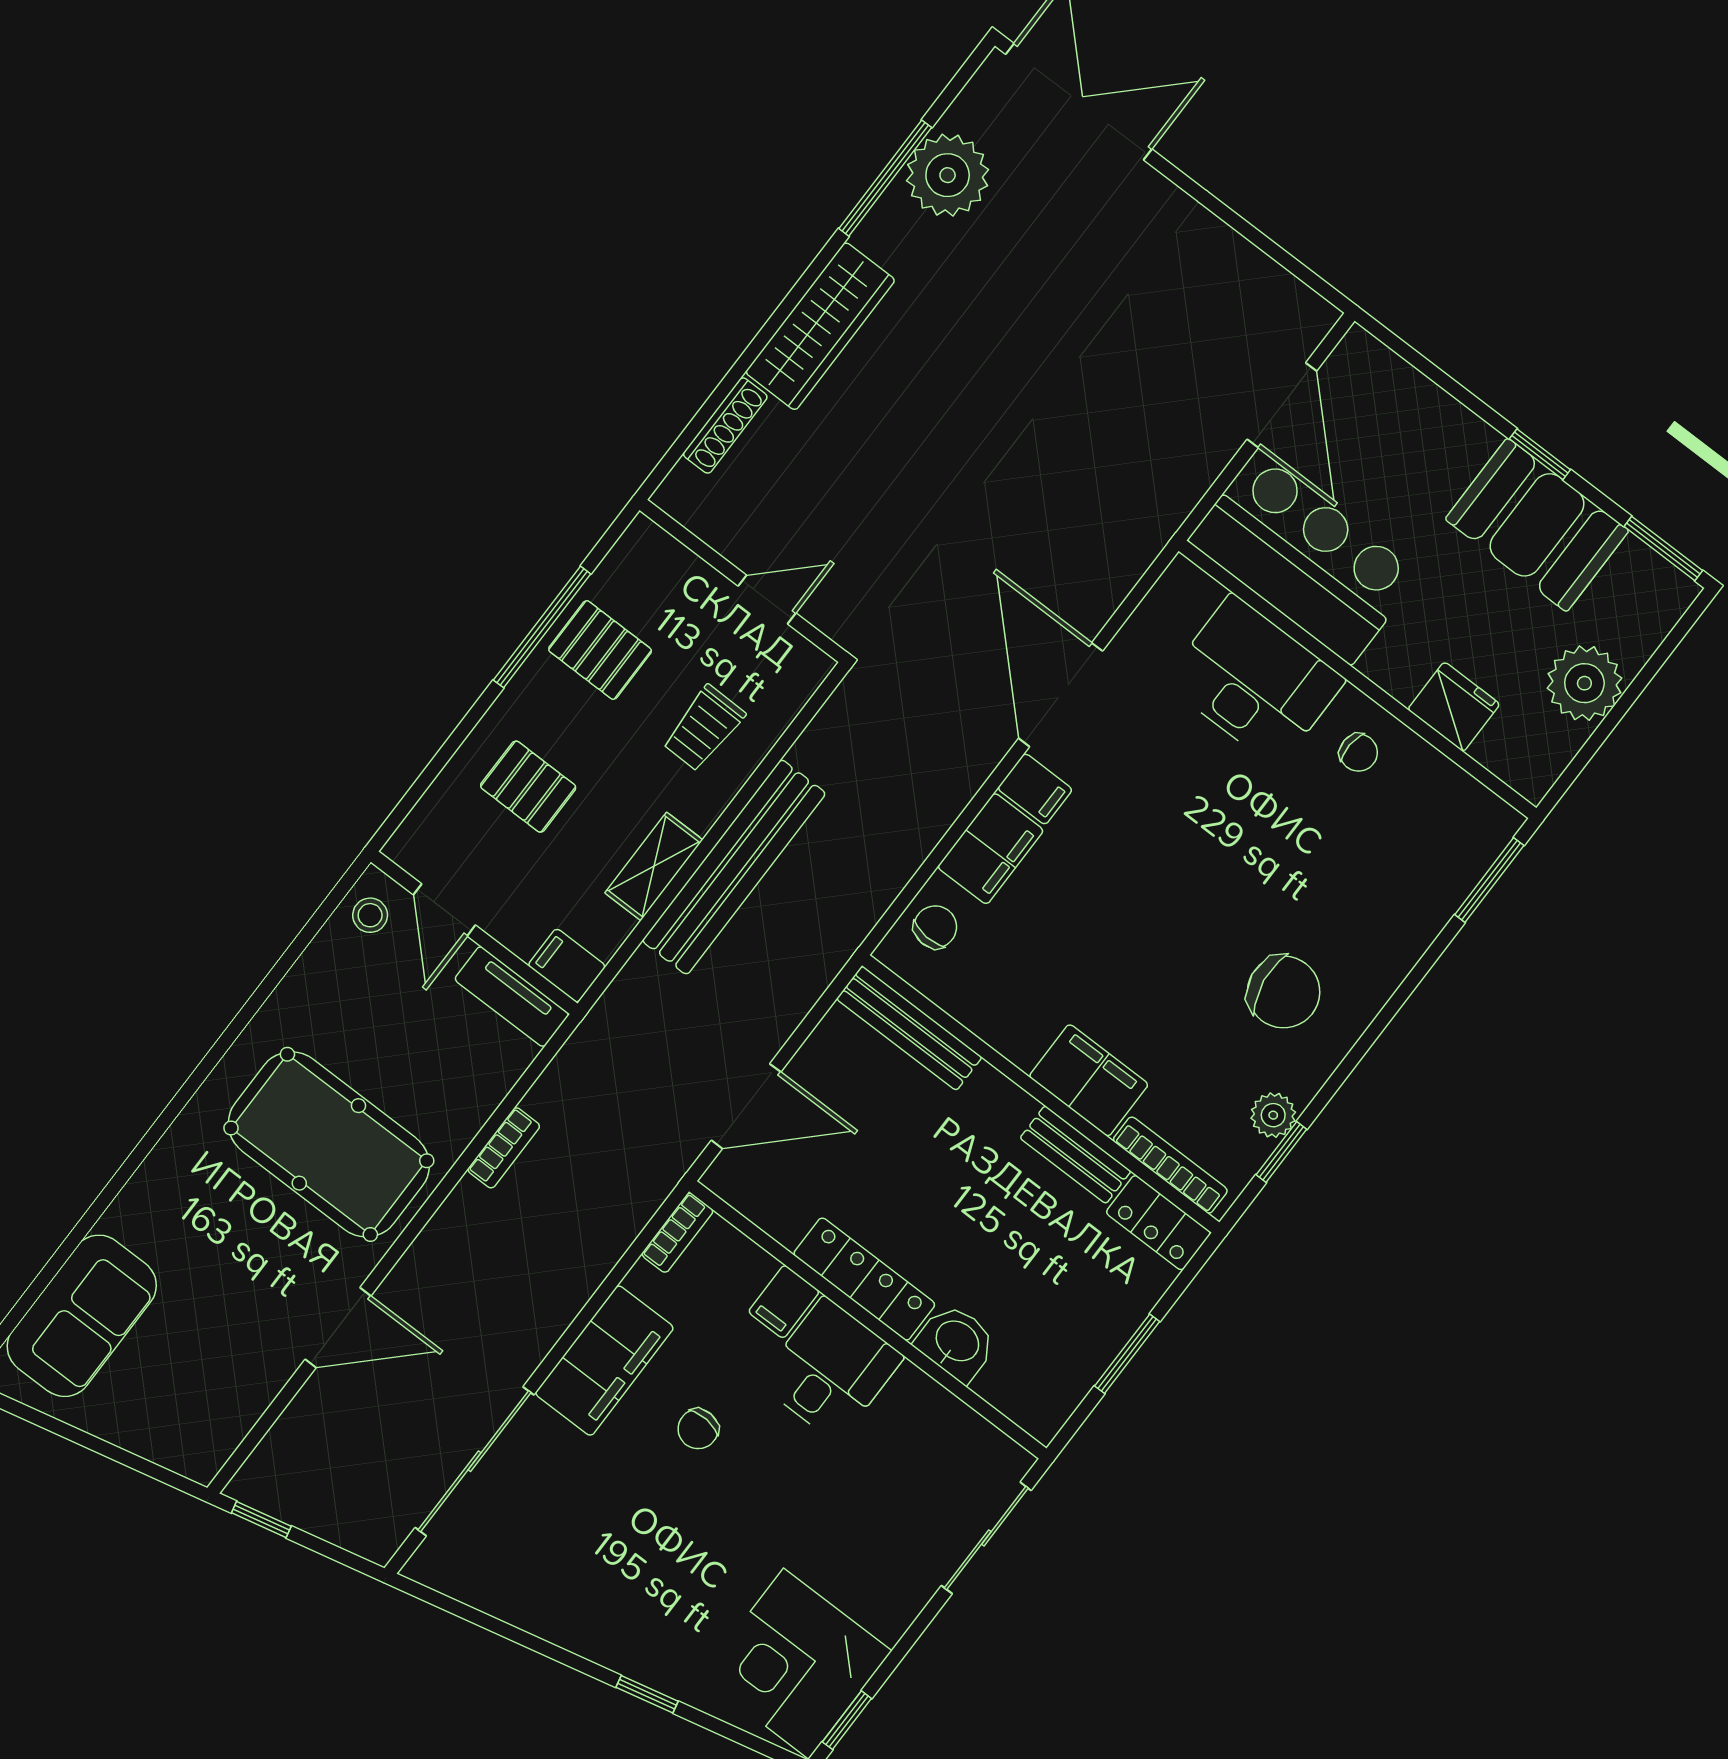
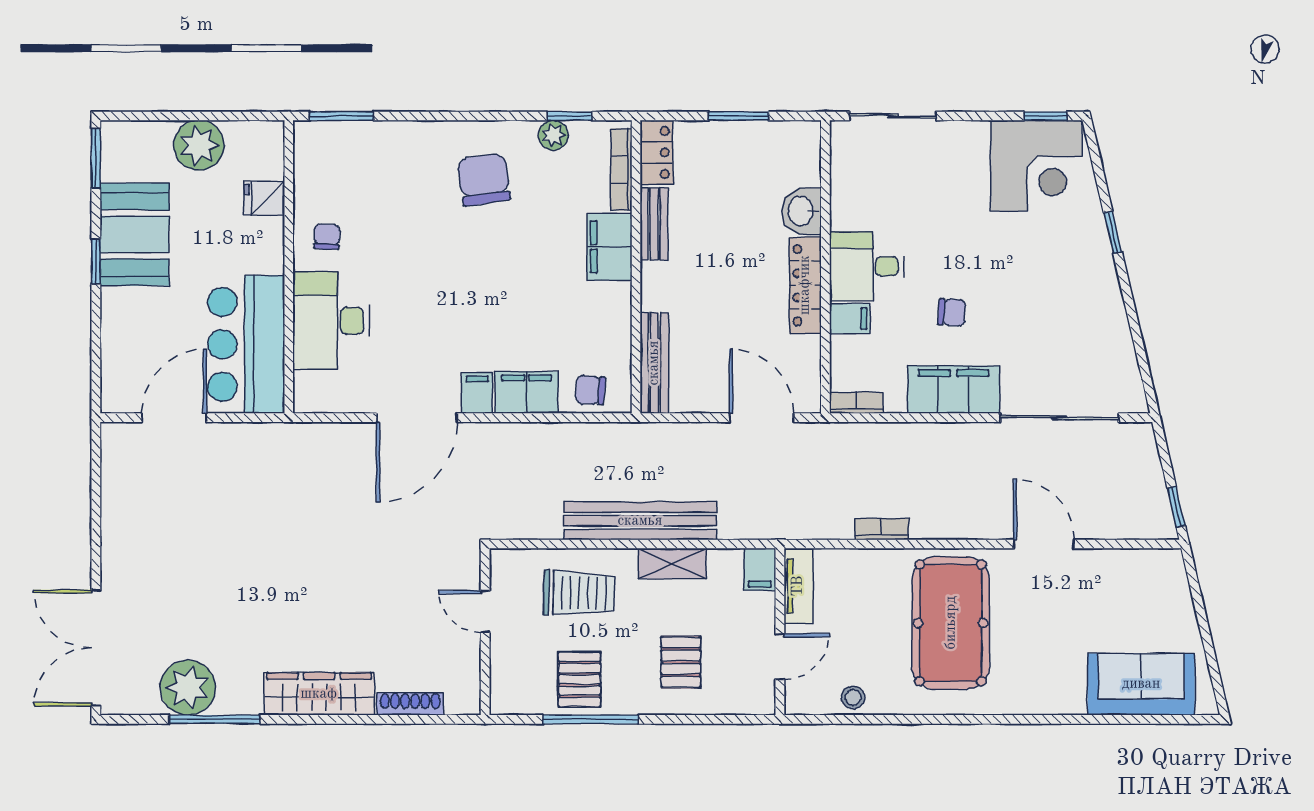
fridge: (1454, 707) -> (264, 198), width x0.72
trolley: (704, 728) -> (579, 593), width x1.36, depth x1.39
stool: (370, 915) -> (853, 697), moved

